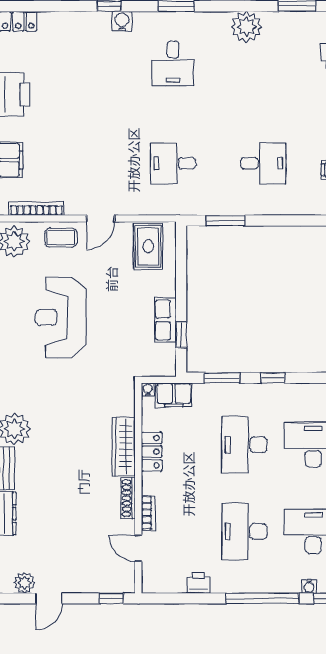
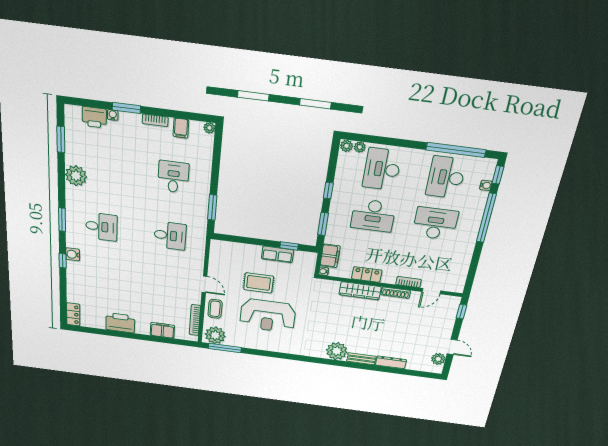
desk: (173, 163) -> (170, 236), turned -90
rug: (148, 246) -> (259, 283), moved
desk: (244, 531) -> (435, 223), turned 180
printer: (199, 583) -> (465, 258), removed

